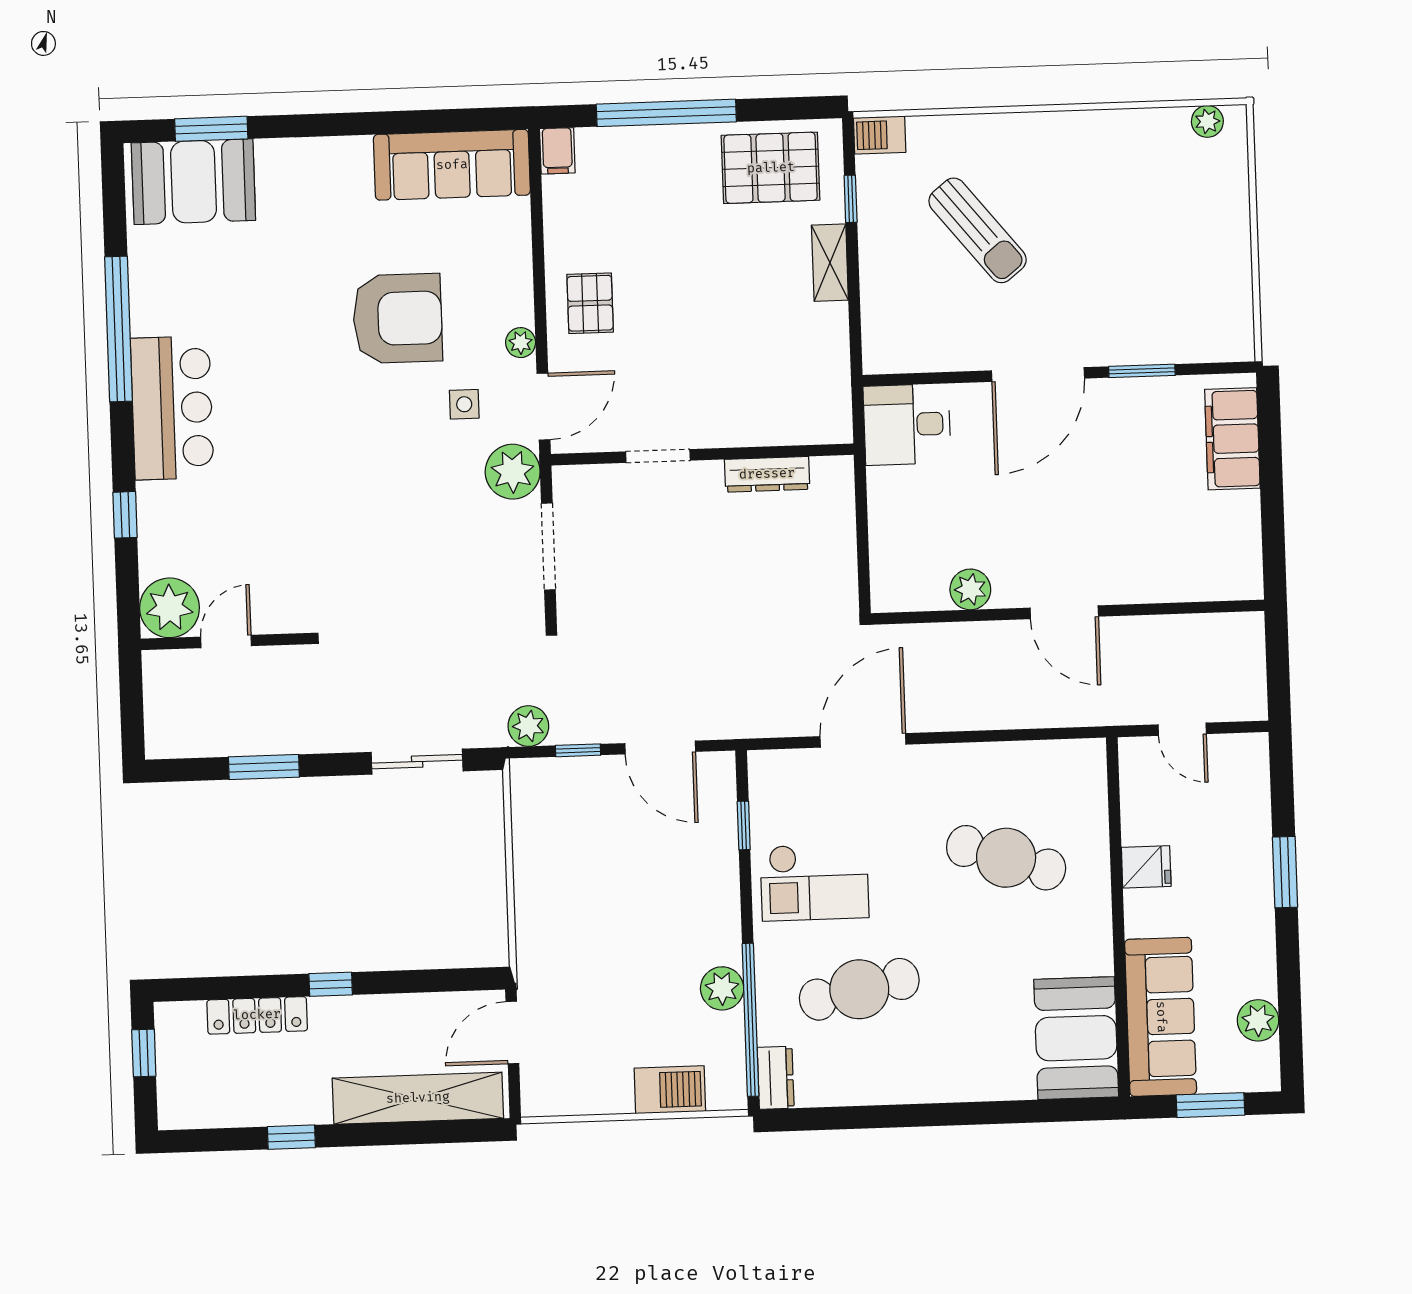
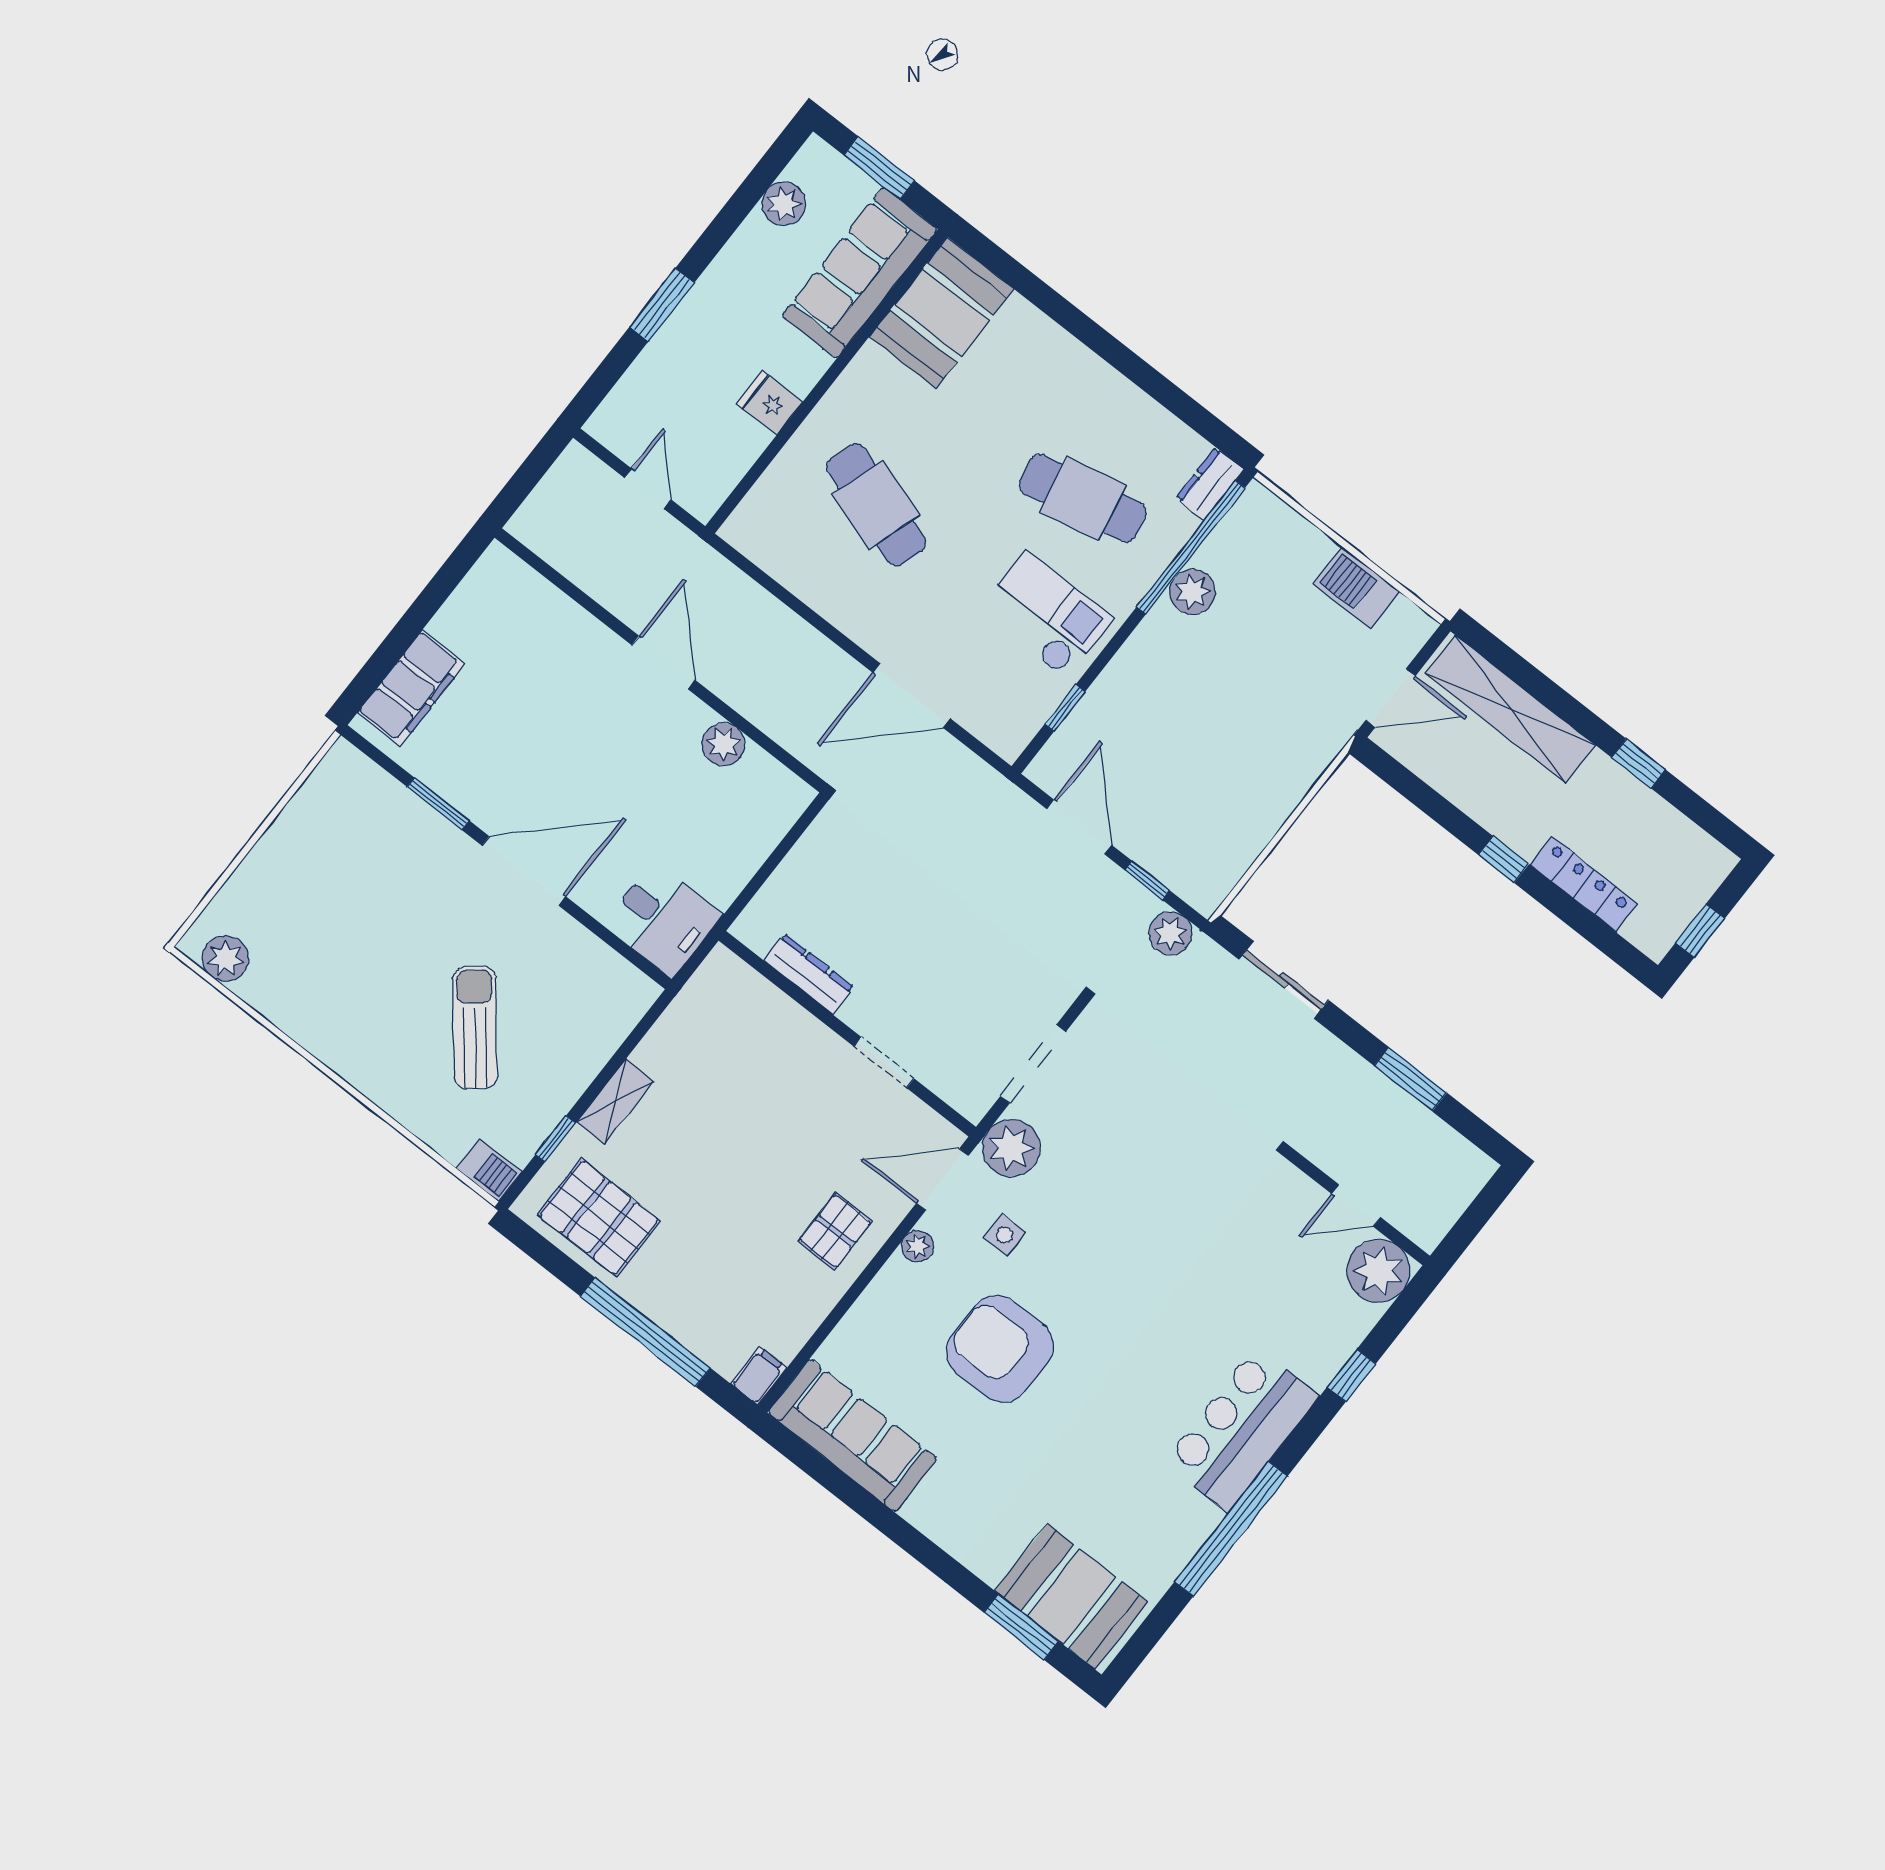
plant: (1207, 121) -> (226, 959), width x1.38, depth x1.38
barbecue: (670, 1090) -> (1357, 588), moved

